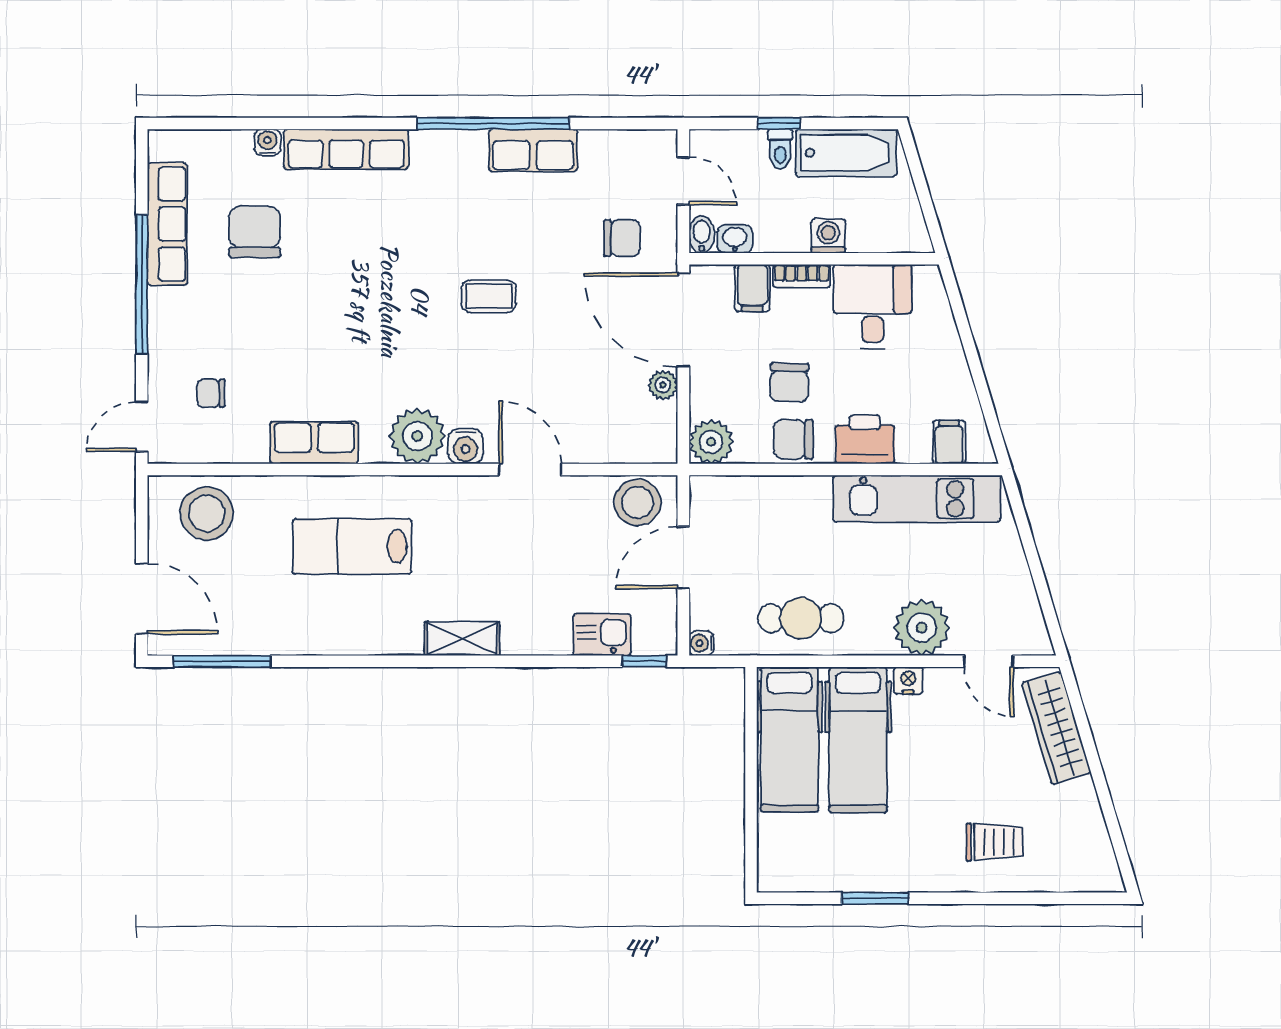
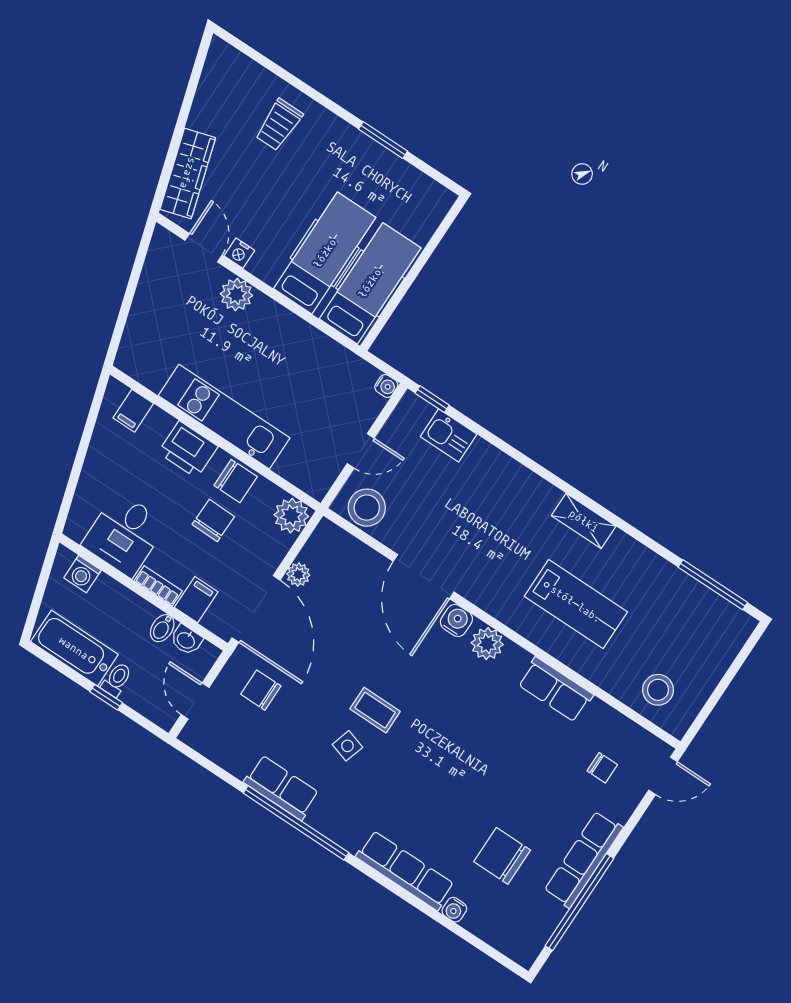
row of seats: (167, 224) -> (583, 859), moved
chair: (255, 232) -> (502, 856), turned 90
bidet: (702, 235) -> (162, 628), moved
washing machine: (828, 236) -> (83, 574), moved
side table: (493, 240) -> (347, 746), added
window: (142, 284) -> (580, 902), moved
plant: (417, 436) -> (487, 644), width x0.73, depth x0.73
door: (530, 469) -> (424, 577), width x1.36
kitchen unit: (917, 499) -> (224, 417), moved
stool: (207, 513) -> (658, 690), width x0.73, depth x0.73
door: (683, 558) -> (361, 451), width x0.73
door: (142, 599) -> (739, 662), removed
cafe table: (801, 618) -> (309, 359), removed
plant: (922, 628) -> (236, 295), width x0.73, depth x0.73
shelving: (462, 639) -> (584, 521), moved
nightstand: (908, 680) -> (239, 253), moved
trolley: (995, 842) -> (279, 125), turned -90

